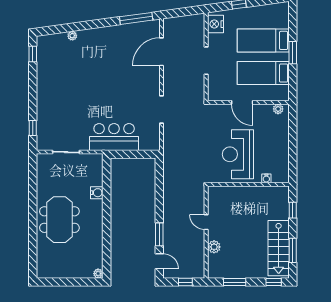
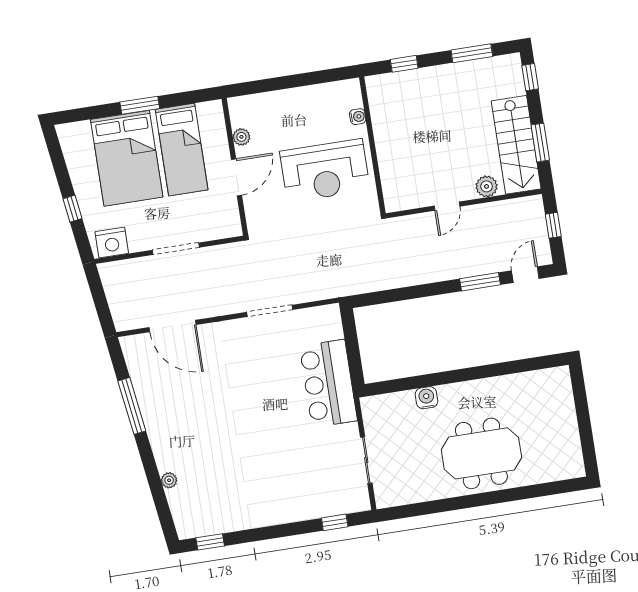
window: (136, 18) -> (132, 406), moved
bed: (263, 40) -> (127, 158), width x1.50
plant: (278, 109) -> (241, 137), moved
stairs: (279, 248) -> (516, 145), moved, turned 90
plant: (98, 274) -> (562, 374), removed

